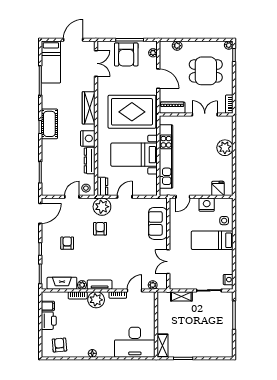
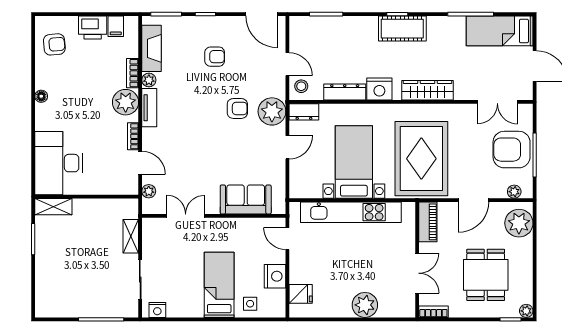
plant: (177, 46) -> (519, 223), width x1.88, depth x1.88
door: (125, 197) -> (287, 147), hinge flipped

